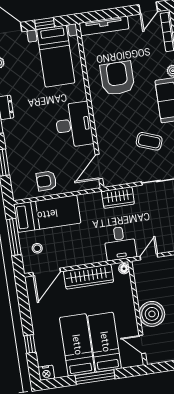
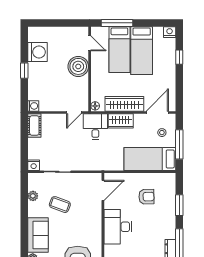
armchair: (46, 181) -> (146, 197), moved
wardrobe: (118, 198) -> (121, 121), moved, turned 180
window: (95, 377) -> (117, 23), moved

